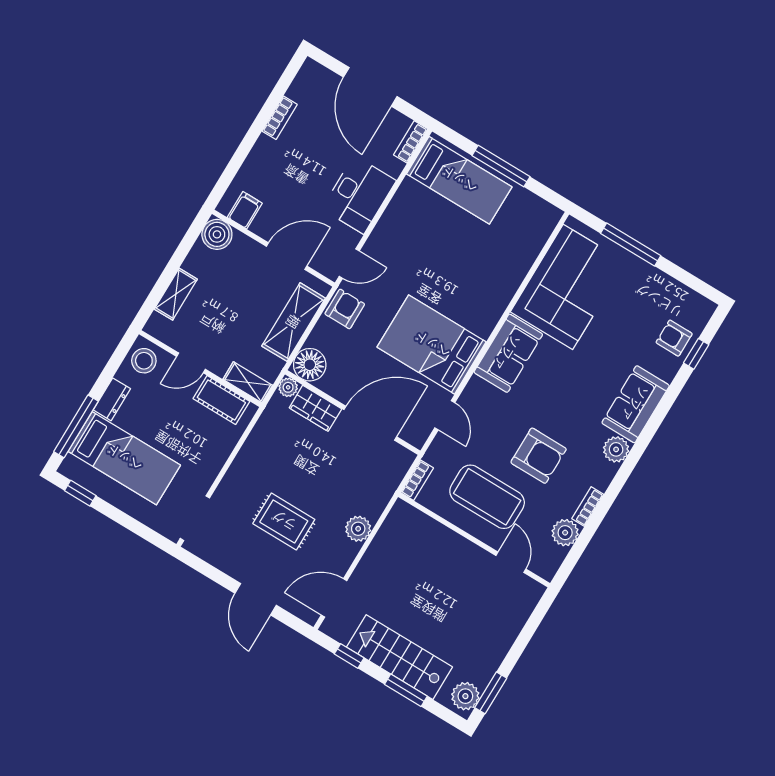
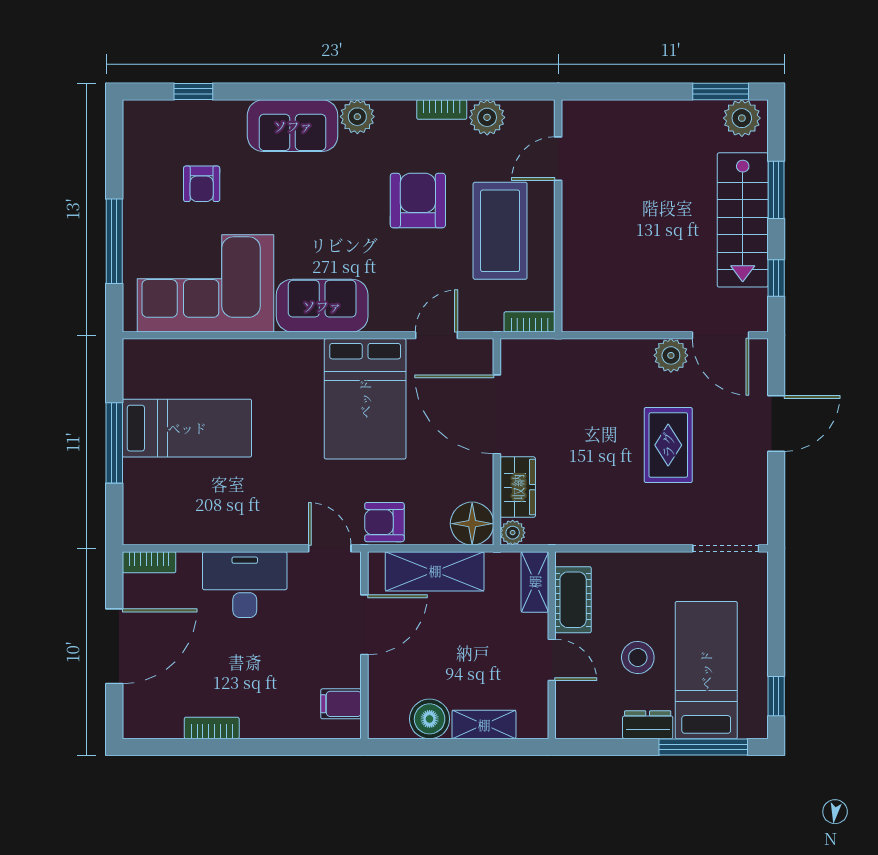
bed: (459, 180) -> (187, 428), moved, turned 90
boiler: (217, 234) -> (430, 719), moved
door: (287, 256) -> (364, 625), swing flipped
armchair: (674, 338) -> (202, 184), moved
stool: (144, 361) -> (638, 657), moved
plant: (358, 529) -> (671, 355), moved

